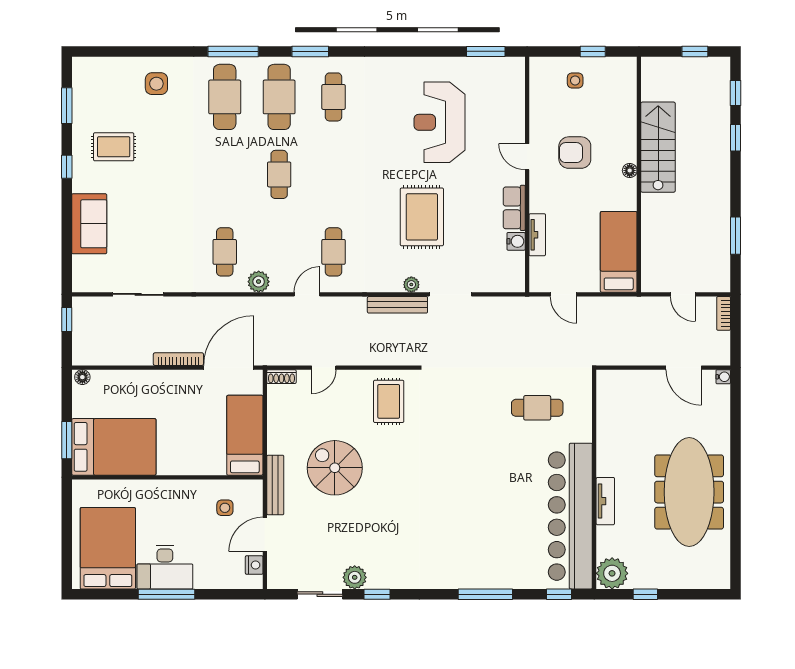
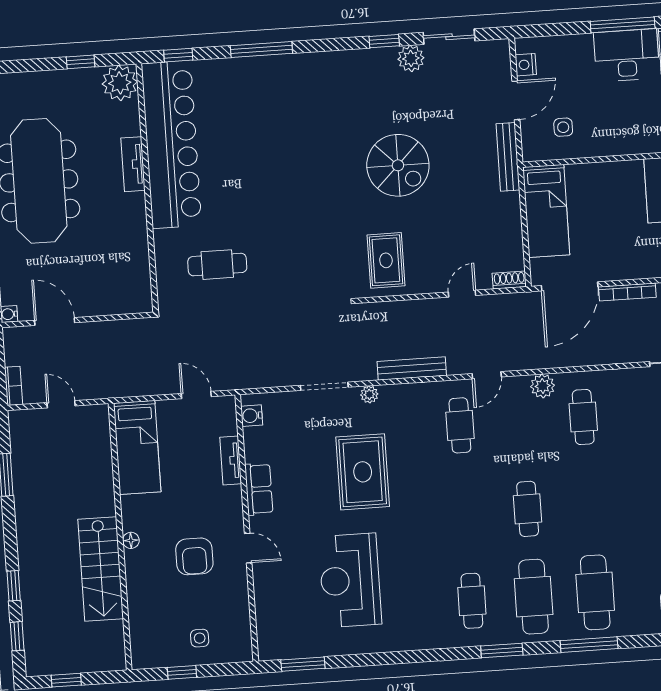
reception desk: (439, 122) -> (350, 580), turned 180
armchair: (575, 153) -> (194, 556), turned 90
water cooler: (516, 241) -> (252, 416), moved
bench: (397, 305) -> (412, 368), moved
spiral stairs: (335, 468) -> (398, 165), moved

